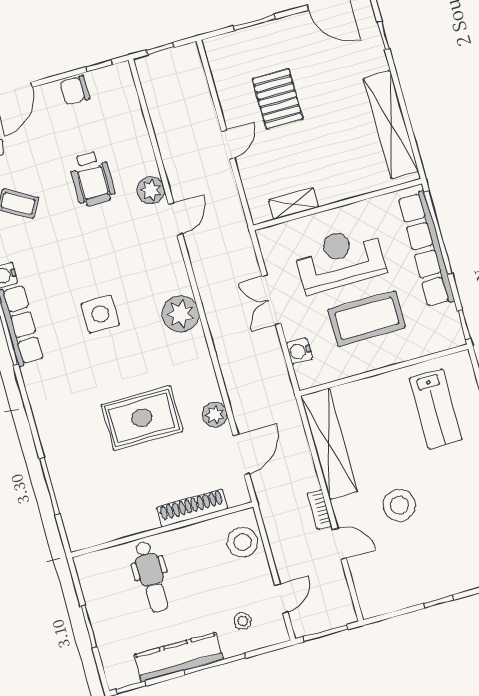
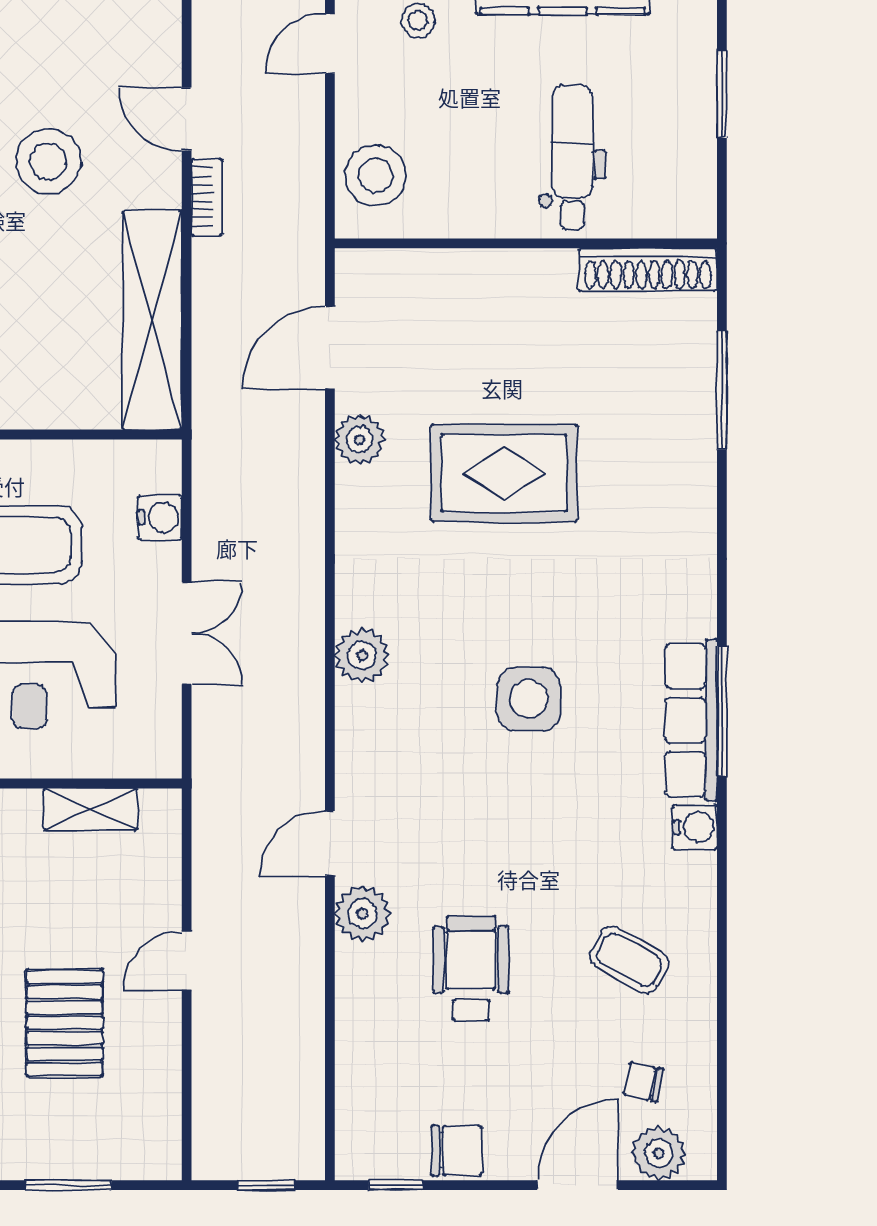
plant: (180, 314) -> (362, 655), width x0.73, depth x0.73
shoe rack: (192, 508) -> (648, 270), moved

